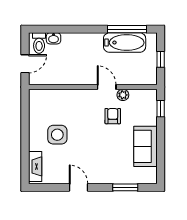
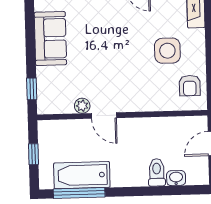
toilet: (39, 43) -> (157, 172), moved
armchair: (113, 116) -> (190, 86), moved

